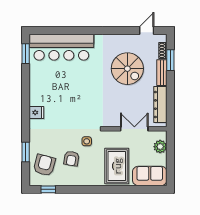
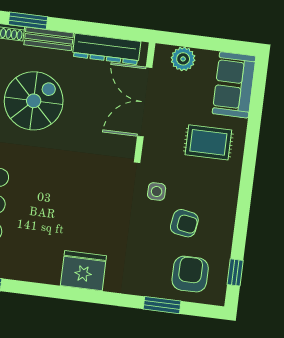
fridge: (36, 113) -> (83, 271), width x1.88, depth x1.34
double door: (134, 129) -> (145, 102), width x1.37
armchair: (44, 165) -> (190, 274), turned 75
rug: (117, 166) -> (208, 142), width x0.73, depth x0.70

